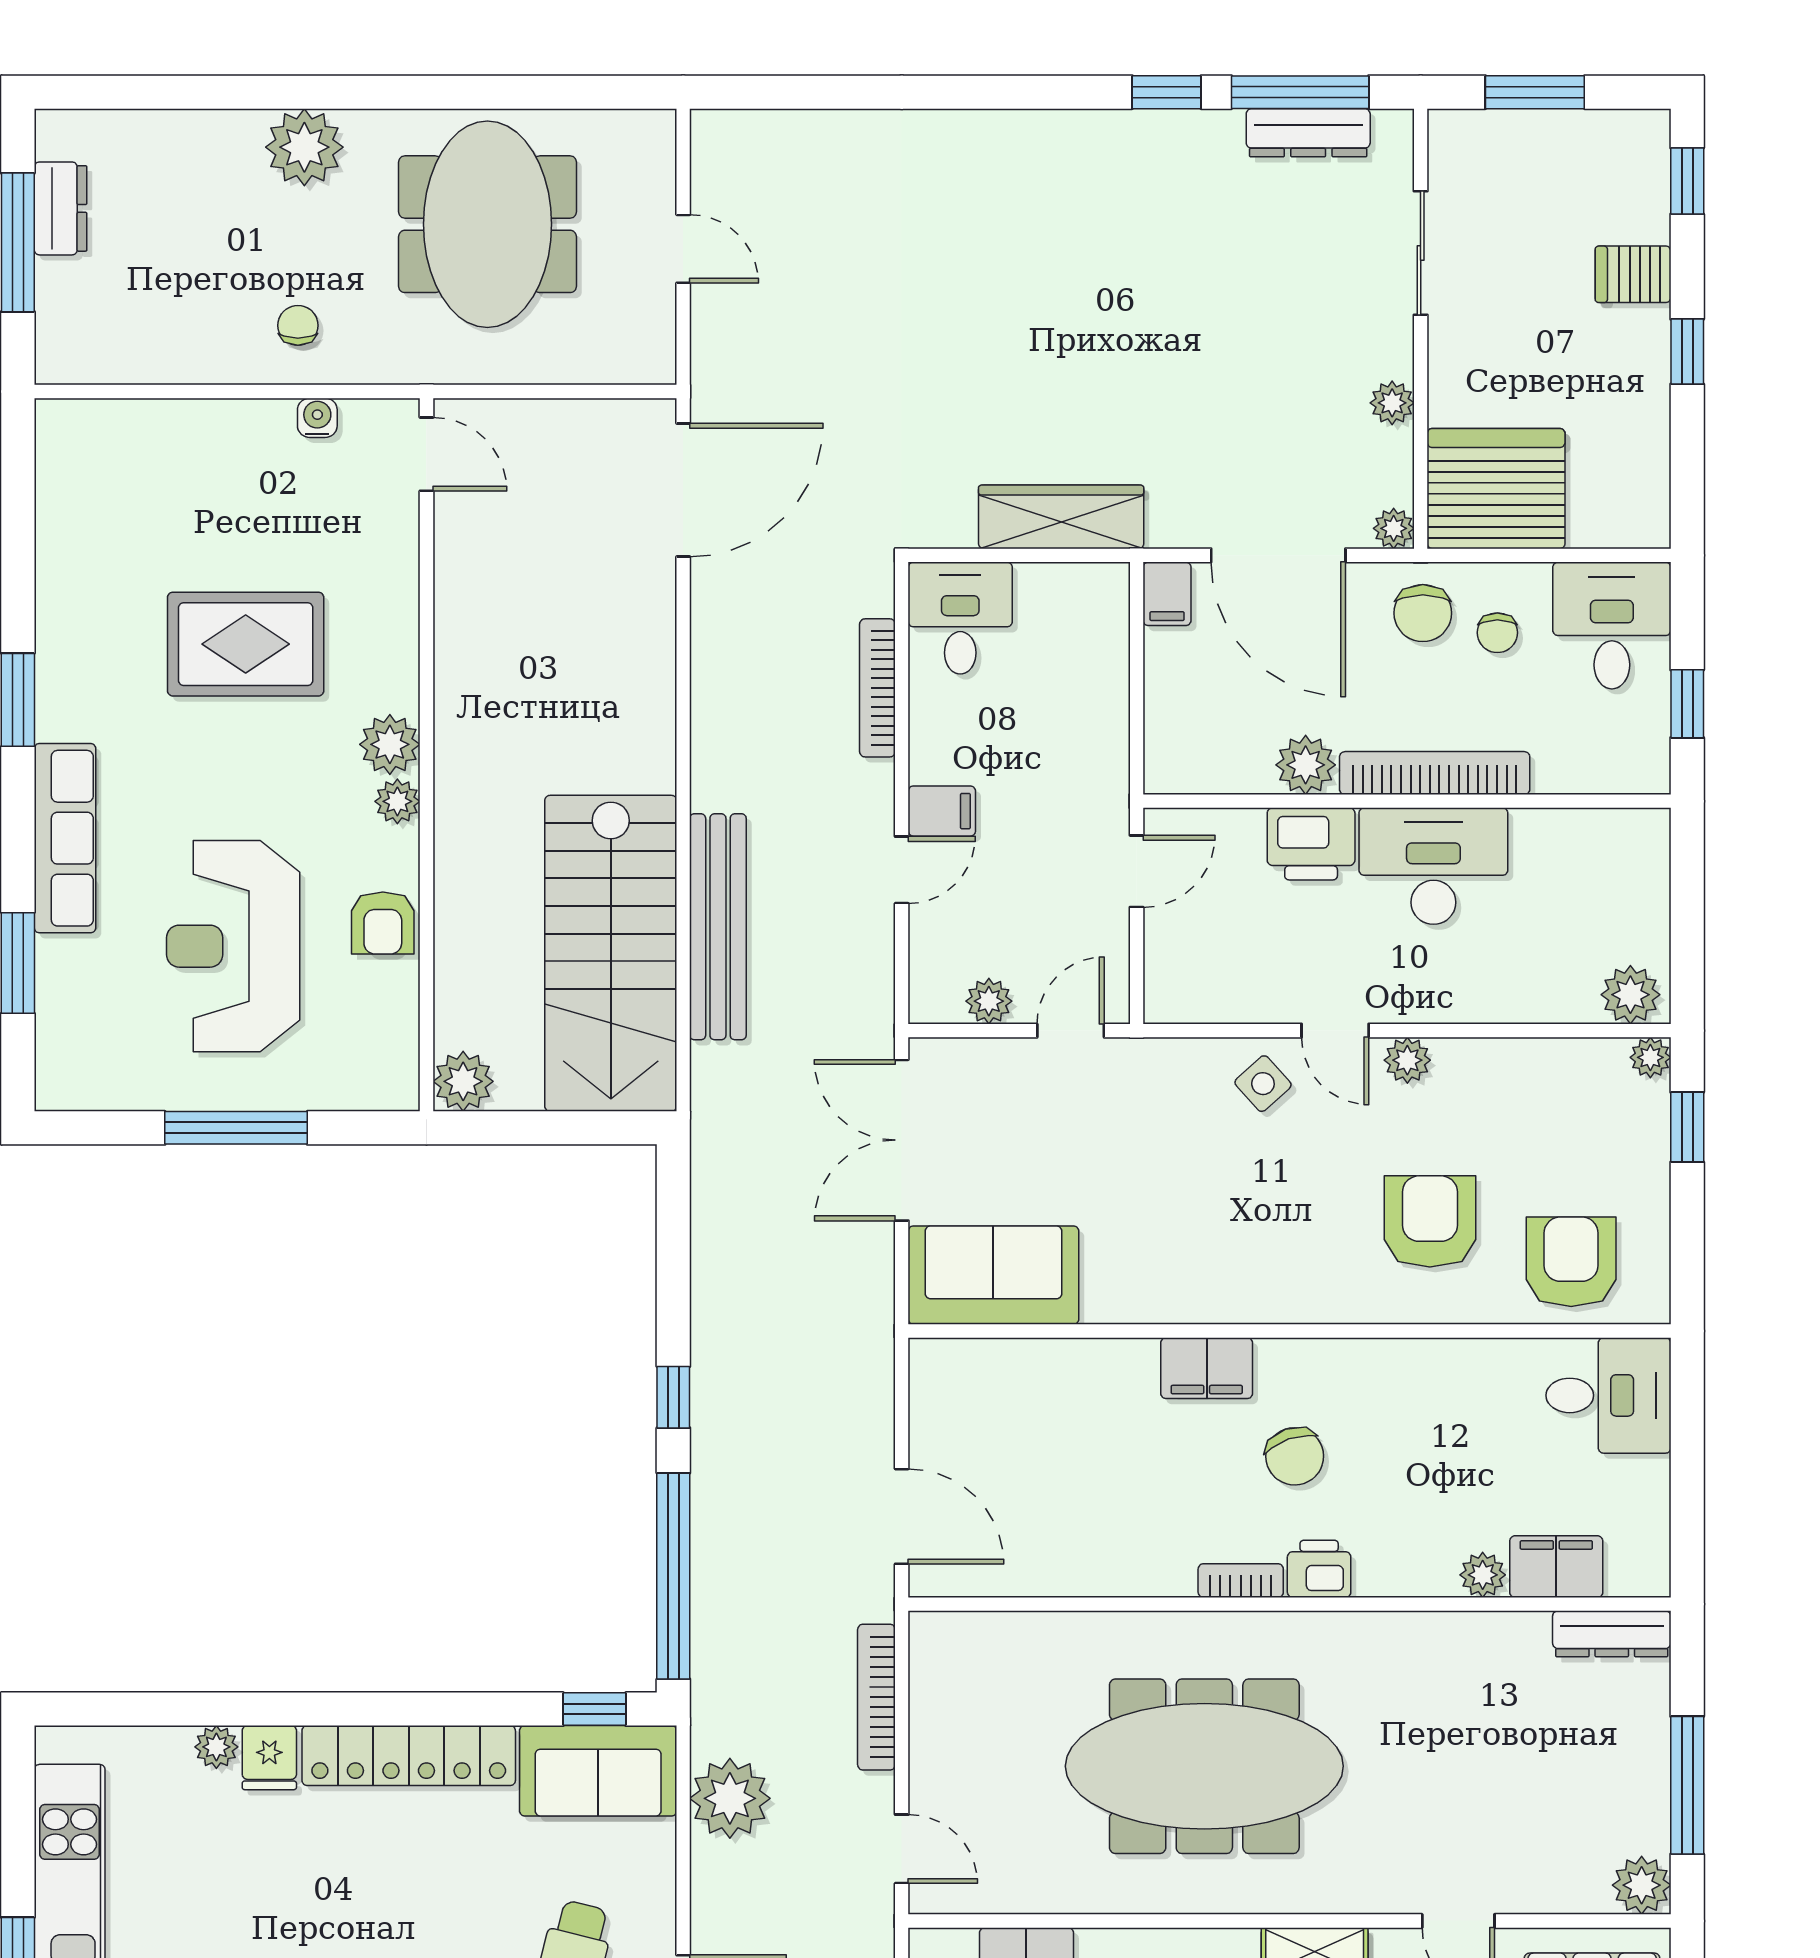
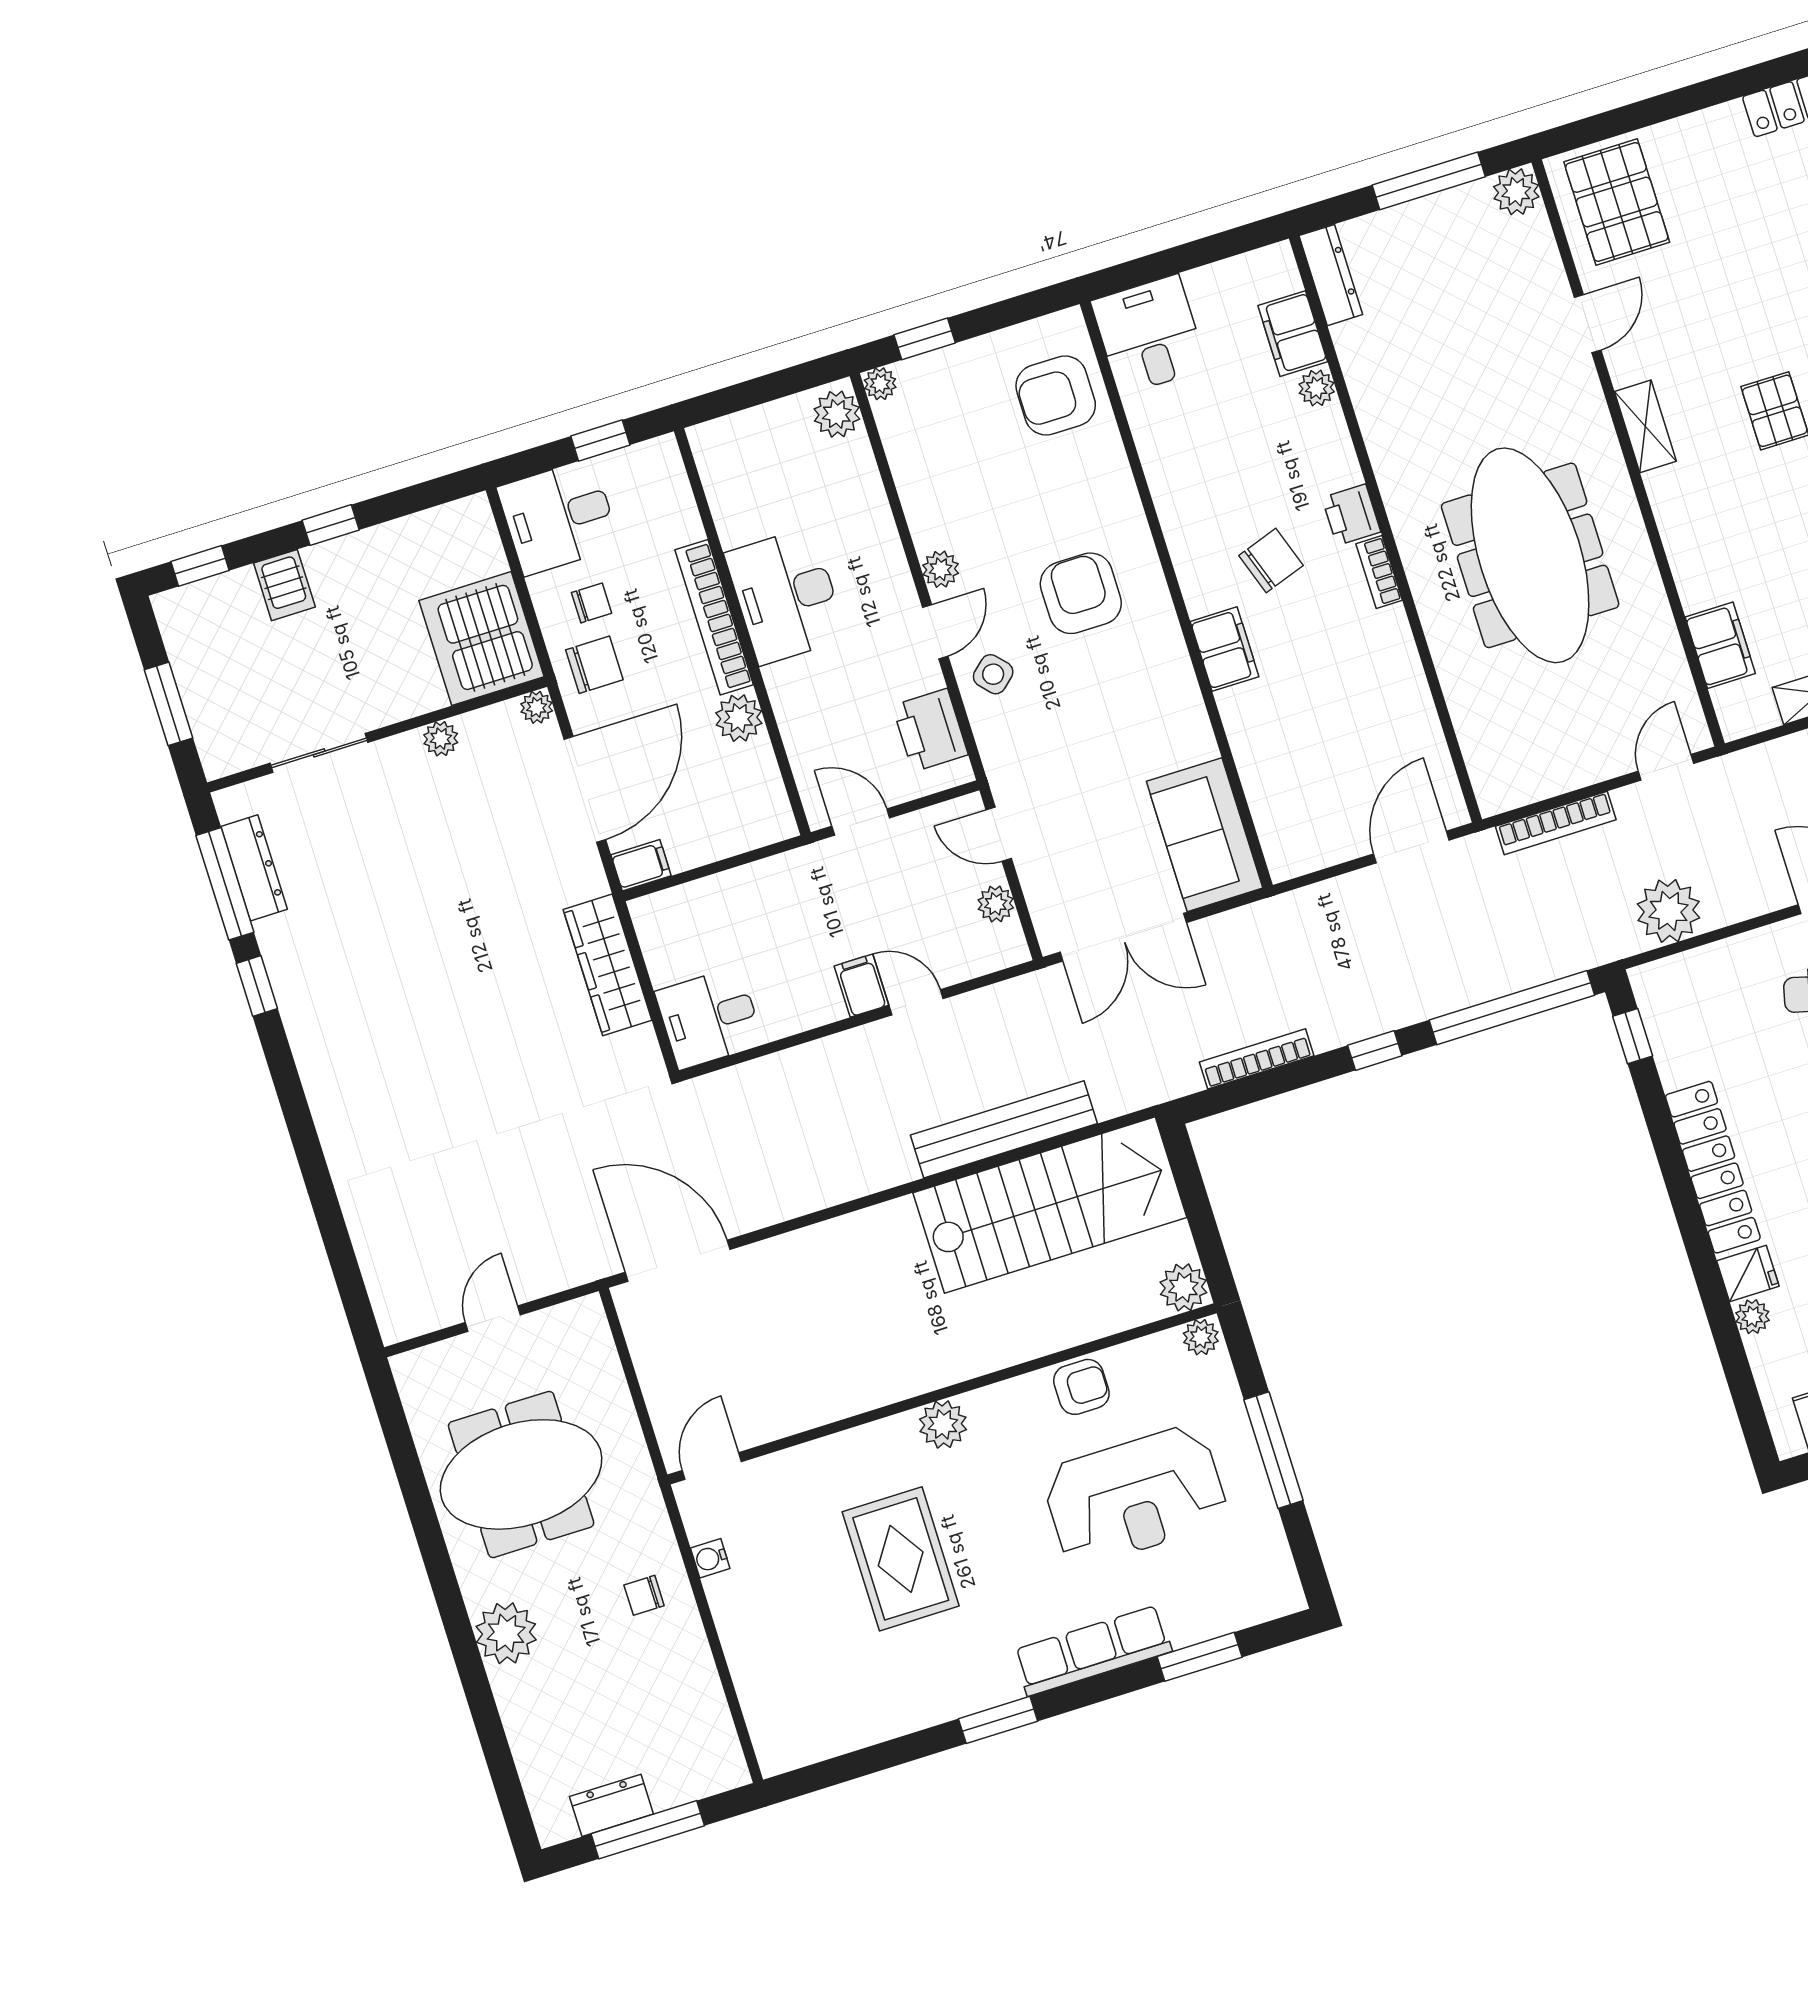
bookcase: (877, 688) -> (1257, 1059), moved, turned 180
plant: (397, 801) -> (1201, 1337), moved
printer: (1311, 844) -> (930, 730), moved, turned 180
armchair: (1430, 1221) -> (1081, 593), moved, turned 90
sofa: (598, 1771) -> (1679, 1018), removed

